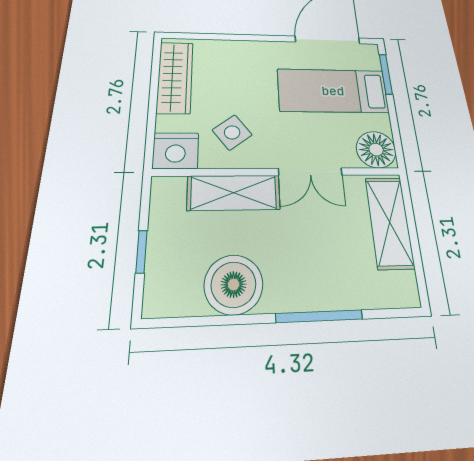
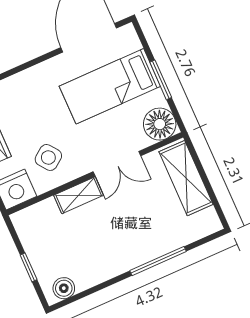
window: (386, 74) -> (161, 80), moved
shelving: (234, 193) -> (79, 195), width x0.67, depth x0.75
boiler: (234, 285) -> (64, 288), moved, width x0.54, depth x0.54

